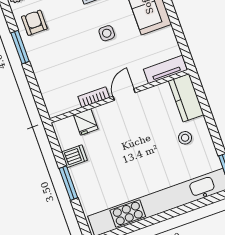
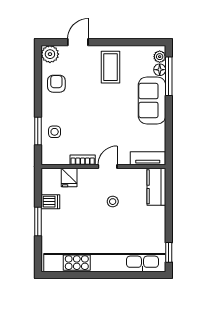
side table: (107, 33) -> (55, 132), moved
window: (20, 47) -> (38, 131), moved
stool: (185, 138) -> (113, 202), moved

